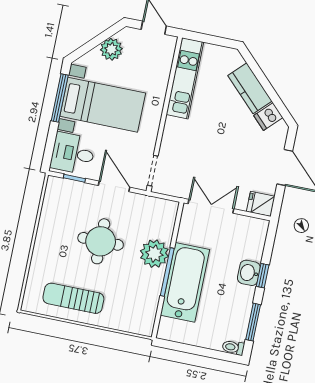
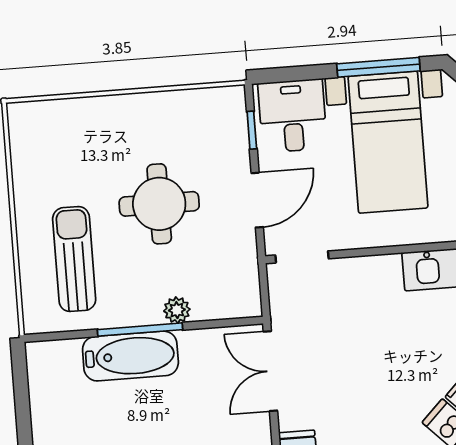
double door: (211, 206) -> (270, 371), swing flipped
plant: (154, 254) -> (177, 310), width x0.53, depth x0.53
bathtub: (185, 282) -> (130, 356), width x0.73, depth x0.73
sun lounger: (73, 298) -> (74, 259), moved

